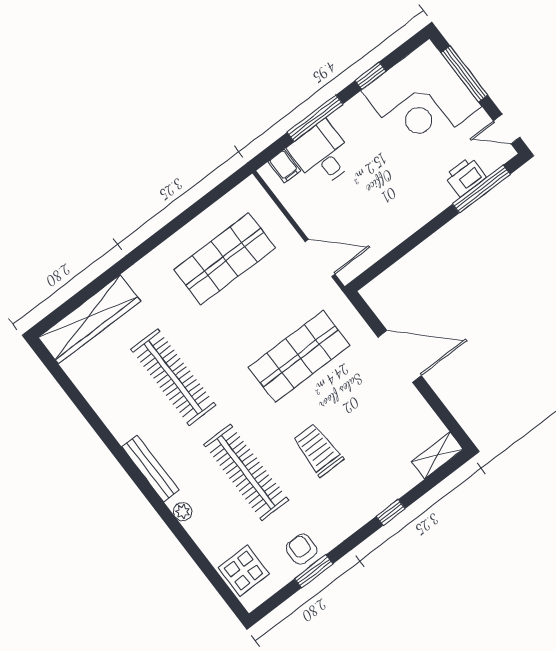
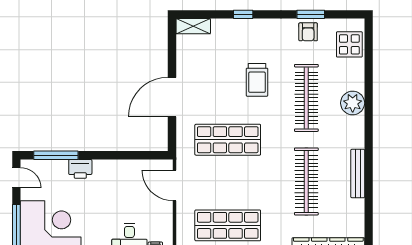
printer: (465, 177) -> (80, 169), moved
door: (400, 356) -> (172, 97), hinge flipped
bench: (150, 468) -> (358, 173), moved
plant: (183, 512) -> (353, 103), width x1.88, depth x1.88

